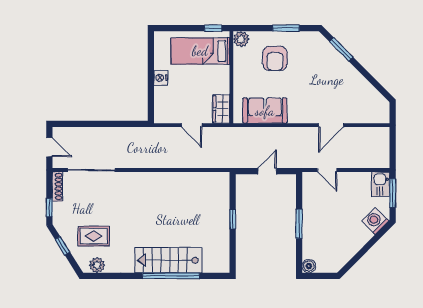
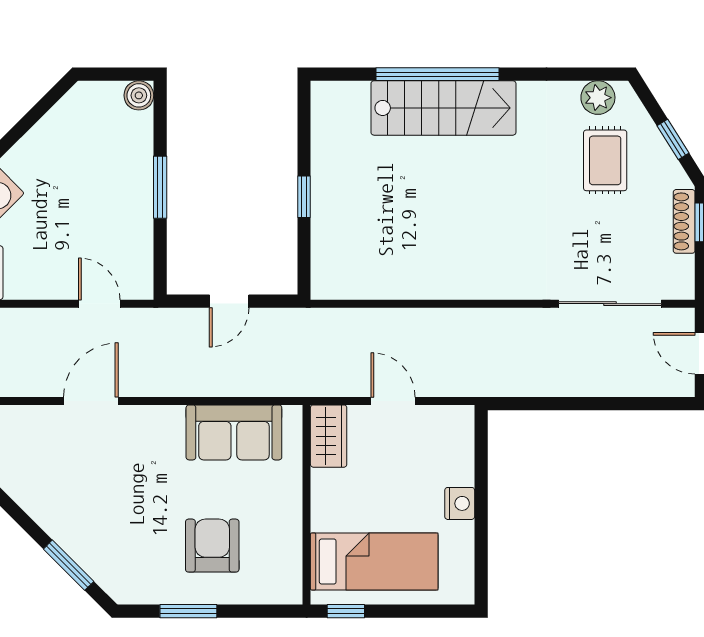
plant: (241, 39) -> (286, 588), removed
shoe rack: (57, 187) -> (684, 221), moved
rug: (94, 236) -> (605, 160), turned 90

